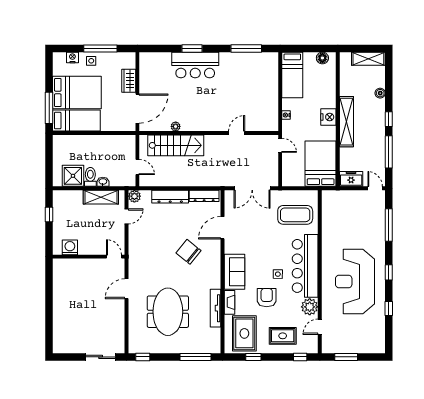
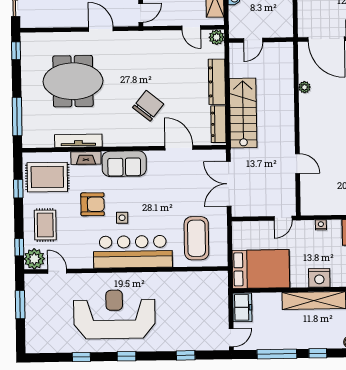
stairs: (176, 145) -> (243, 113), moved, turned 180
window: (389, 225) -> (186, 355), width x0.46
plant: (310, 307) -> (34, 259), moved

